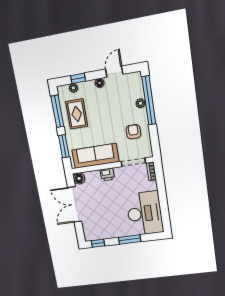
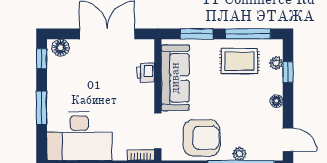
door: (114, 72) -> (288, 140), moved
armchair: (133, 132) -> (202, 138), width x1.88, depth x1.88
printer: (107, 174) -> (146, 73), moved
floor lamp: (79, 178) -> (60, 48), moved

